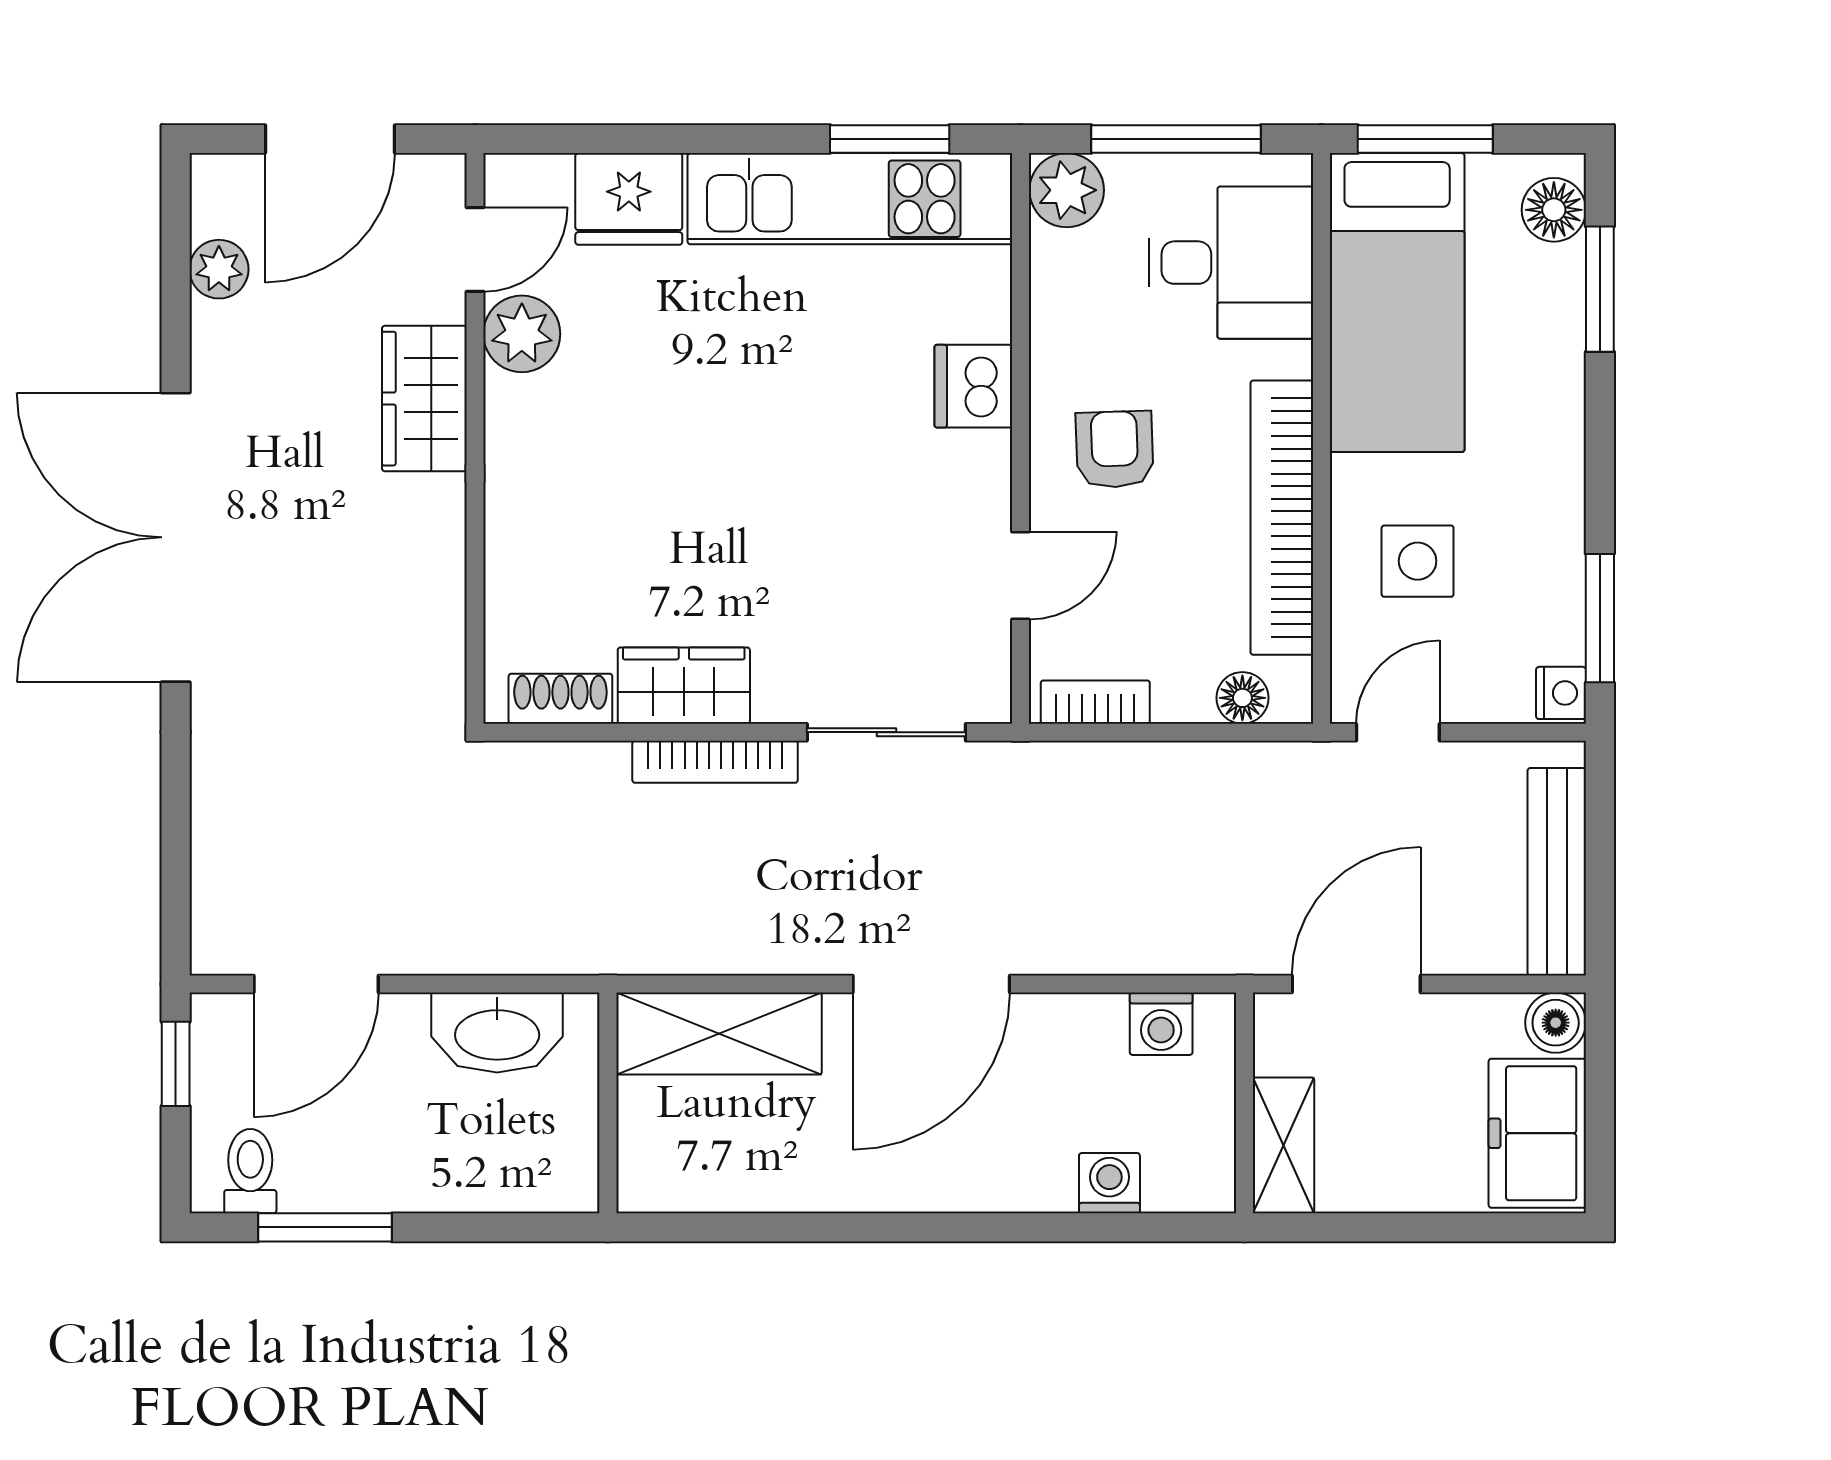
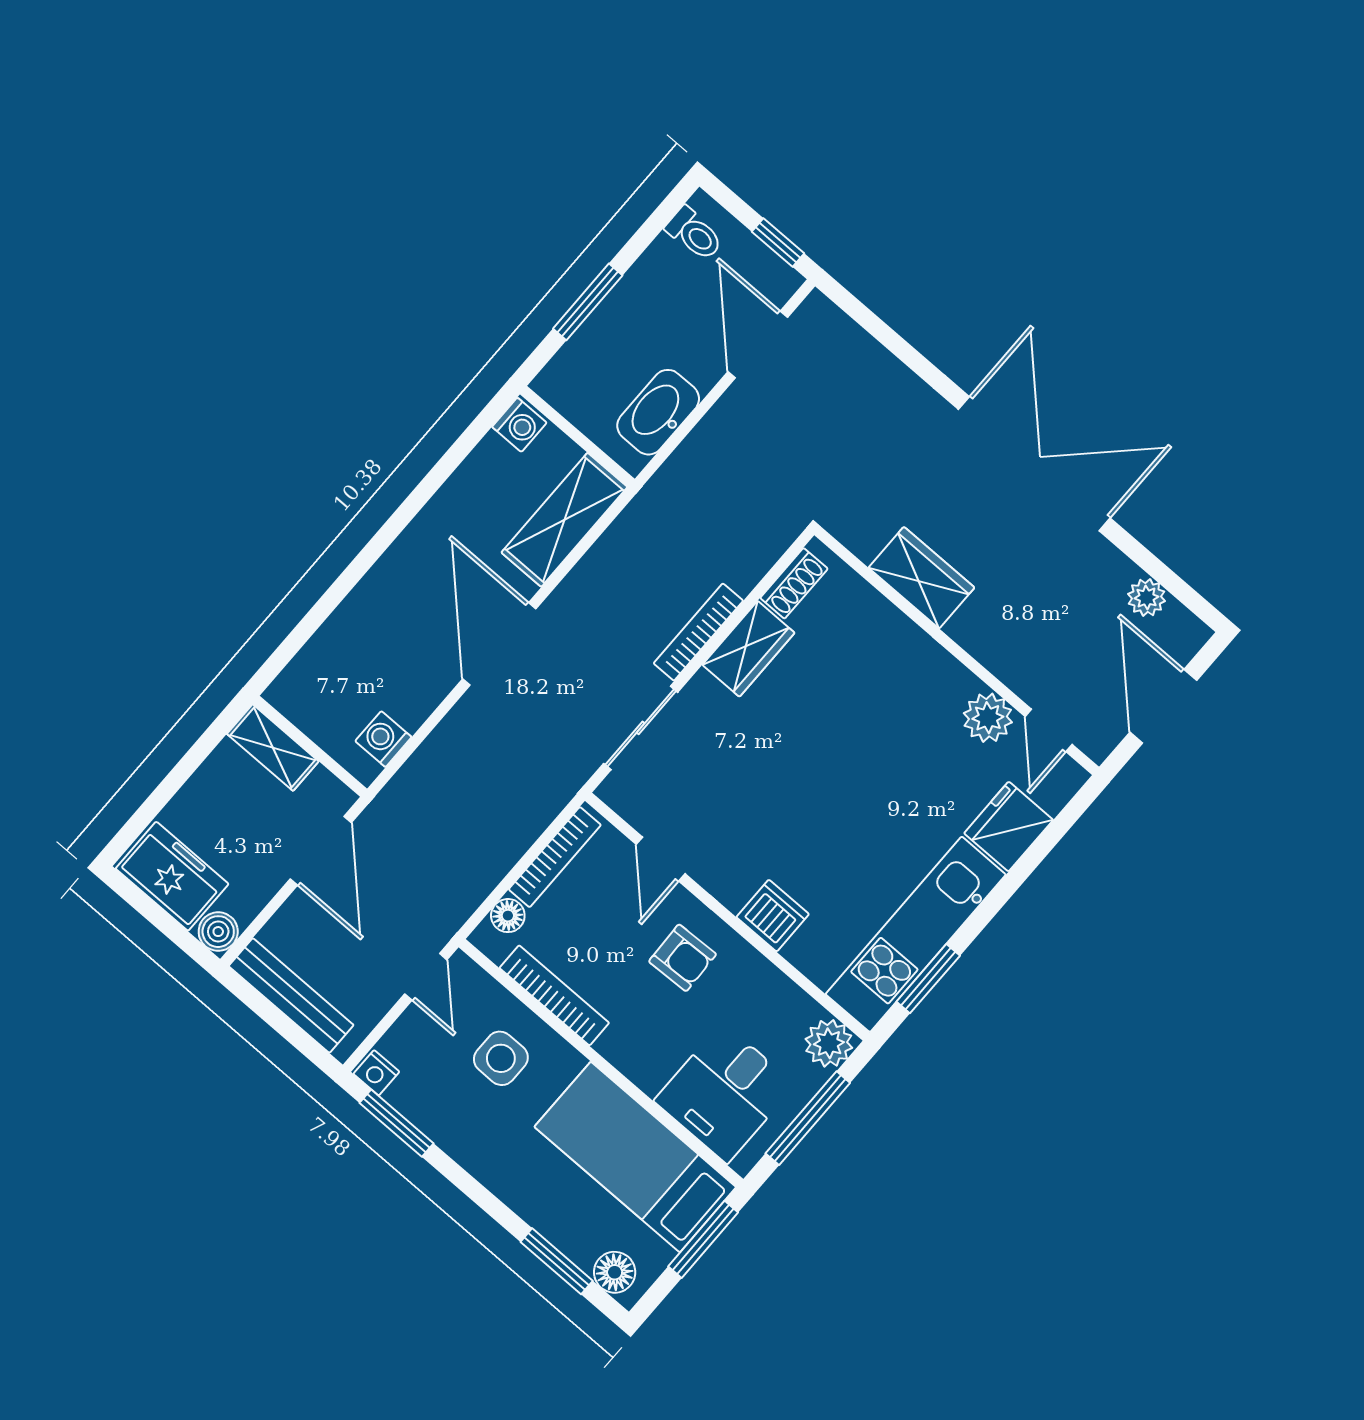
wardrobe: (424, 399) -> (921, 578), moved
bookcase: (1282, 518) -> (554, 995), width x0.68, depth x0.76
bookcase: (1095, 702) -> (555, 857), width x1.56
washing machine: (1109, 1183) -> (519, 425), moved
window: (325, 1227) -> (588, 302), moved

